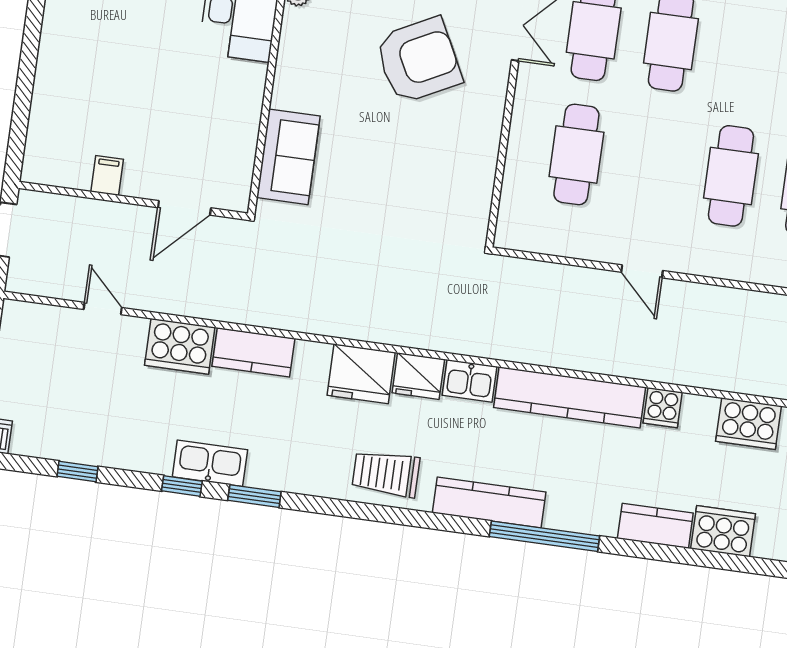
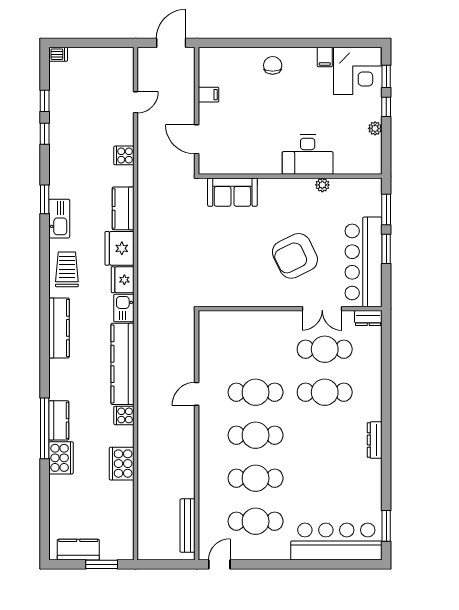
chair: (71, 53) -> (273, 65), added
armchair: (418, 60) -> (295, 256), turned 91
cafe table: (576, 154) -> (256, 392), moved
cooker: (180, 346) -> (124, 155), width x0.53, depth x0.76
kitchen counter: (253, 352) -> (123, 208), moved
kitchen sink: (210, 463) -> (59, 219), moved
window: (182, 486) -> (45, 134), moved
window: (544, 536) -> (45, 428), moved

